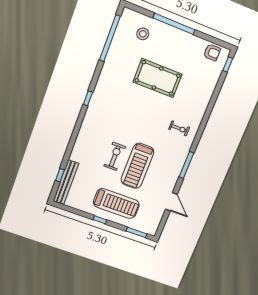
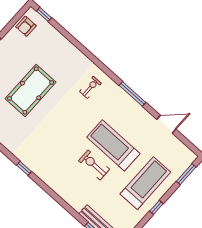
armchair: (212, 52) -> (26, 26), turned 180
treadmill: (137, 166) -> (113, 145), turned 180

